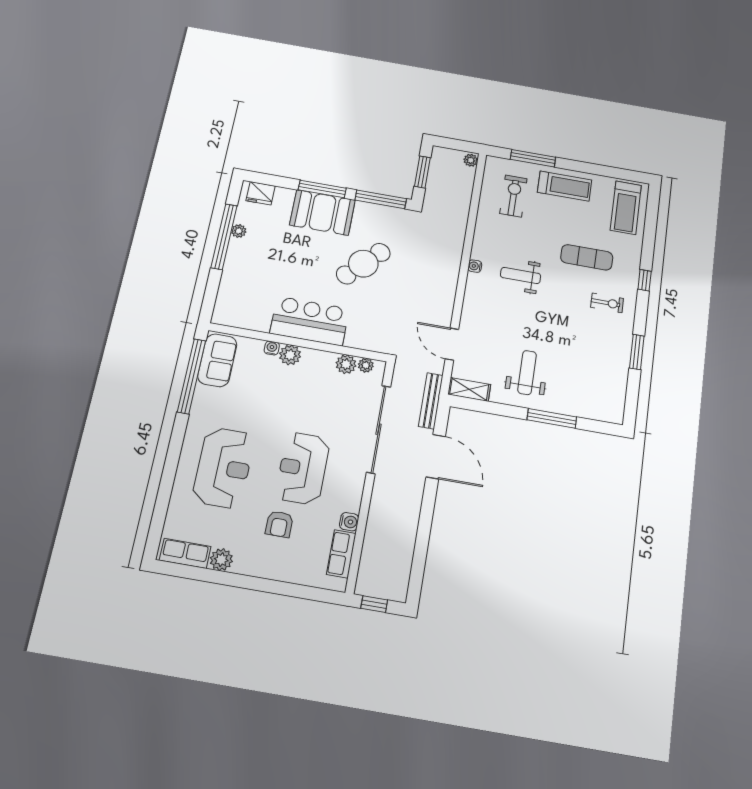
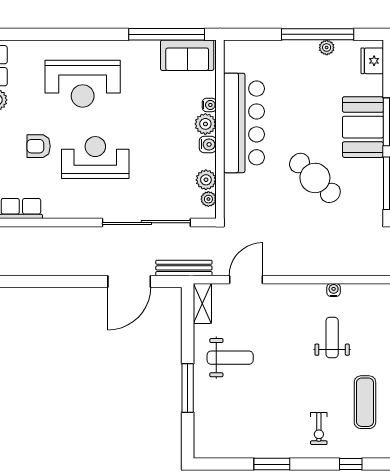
bar counter: (310, 321) -> (244, 123), width x1.36
water cooler: (349, 522) -> (208, 144), moved, turned -90

